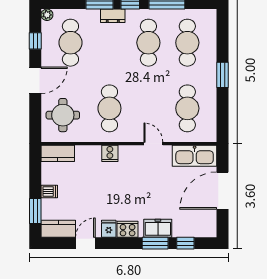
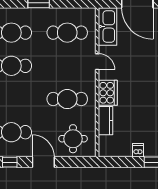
door: (153, 144) -> (97, 62), swing flipped
kitchen counter: (58, 153) -> (106, 121), moved
cooker: (110, 153) -> (108, 93), width x1.87, depth x1.31

